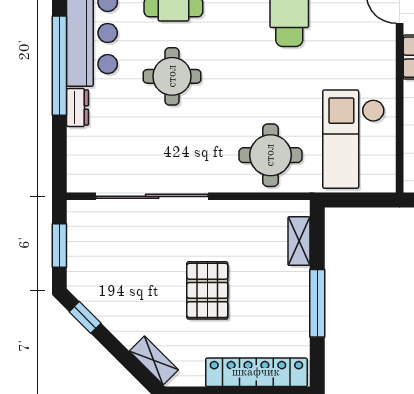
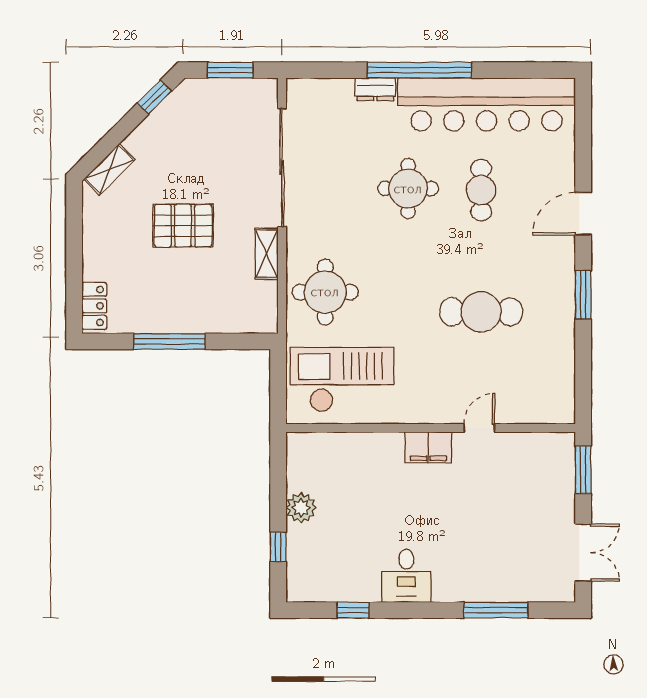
shelving: (299, 241) -> (267, 254), moved, turned 90
locker: (256, 372) -> (94, 306), width x0.46, depth x0.83

